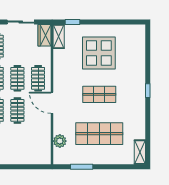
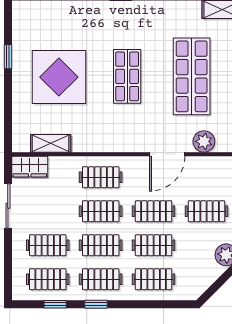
window: (73, 22) -> (8, 57), moved
shelving: (59, 36) -> (51, 143), moved
door: (52, 103) -> (167, 154), moved
clothes rail: (17, 143) -> (207, 211), added

